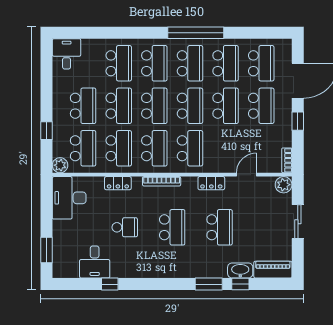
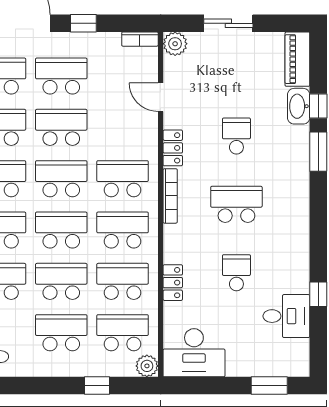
bookcase: (162, 181) -> (170, 196), moved
school desk: (220, 227) -> (236, 136), width x0.54

